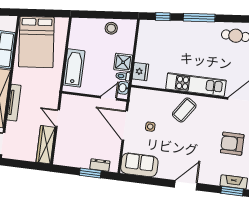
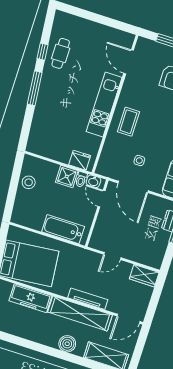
window: (163, 17) -> (43, 52), moved
coffee table: (184, 110) -> (128, 122), turned 56
door: (125, 125) -> (133, 187), hinge flipped
wardrobe: (46, 145) -> (144, 276), width x0.67

